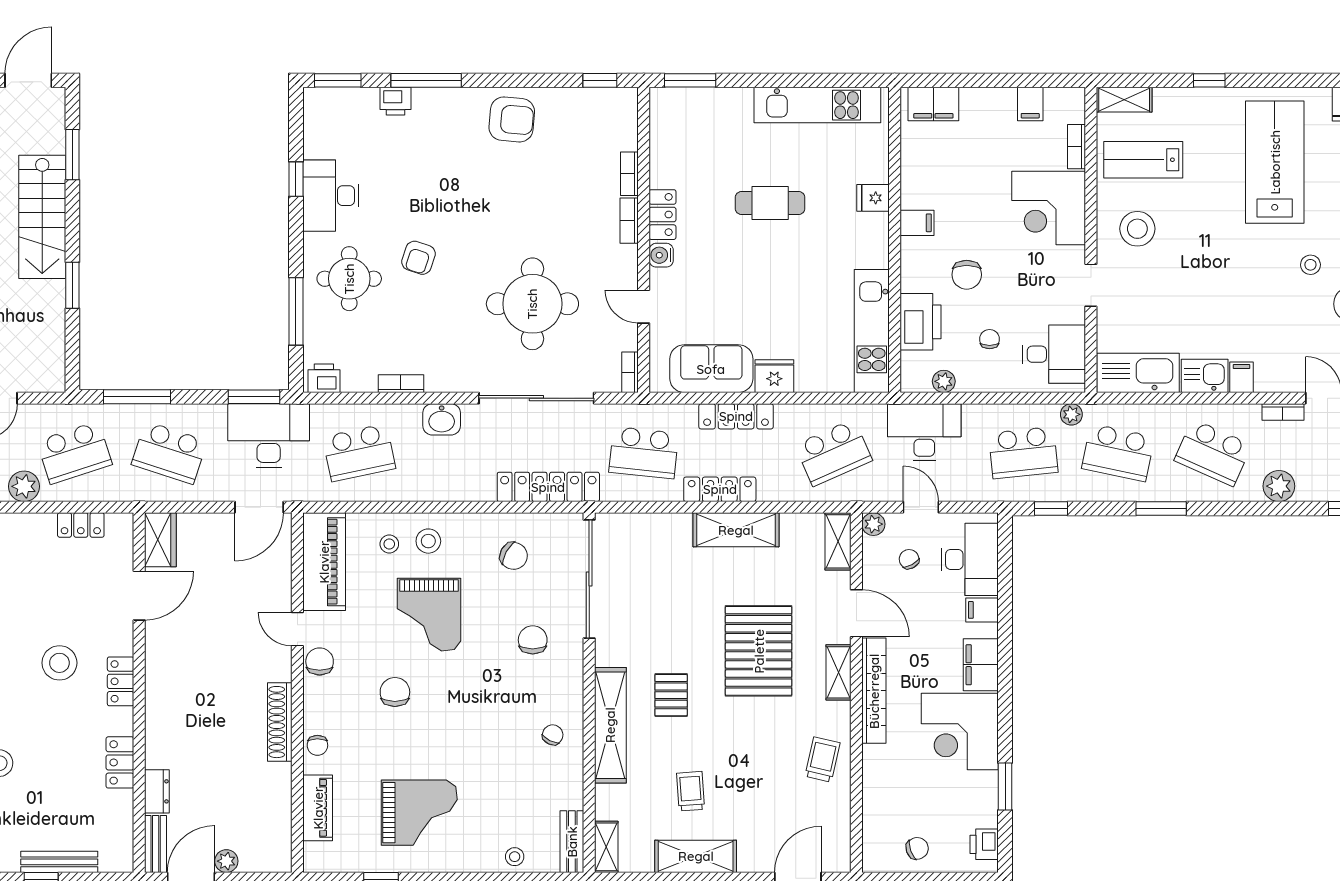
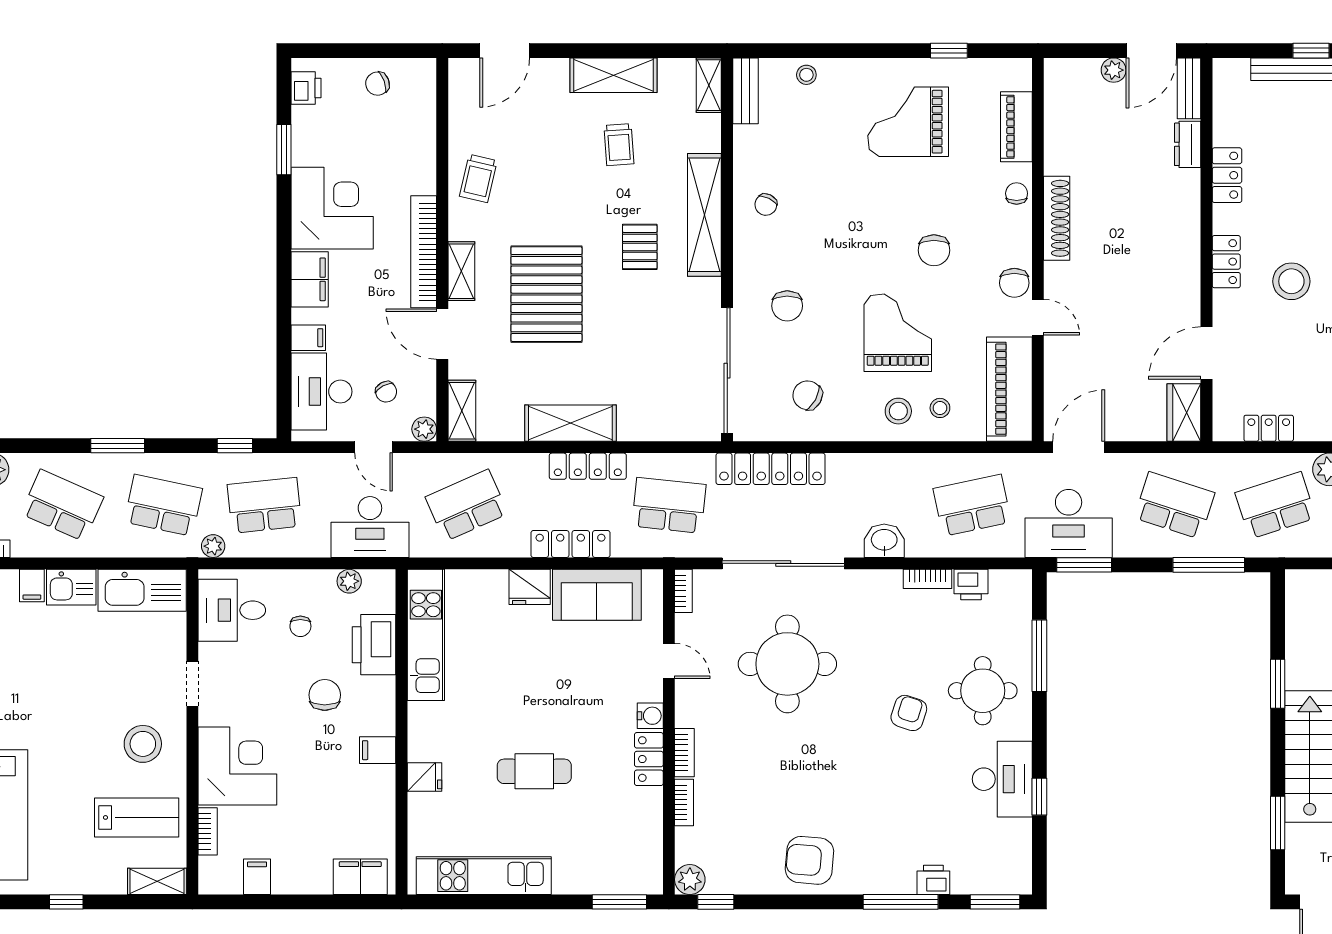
plant: (624, 101) -> (690, 880), added
printer: (324, 378) -> (971, 585), moved

